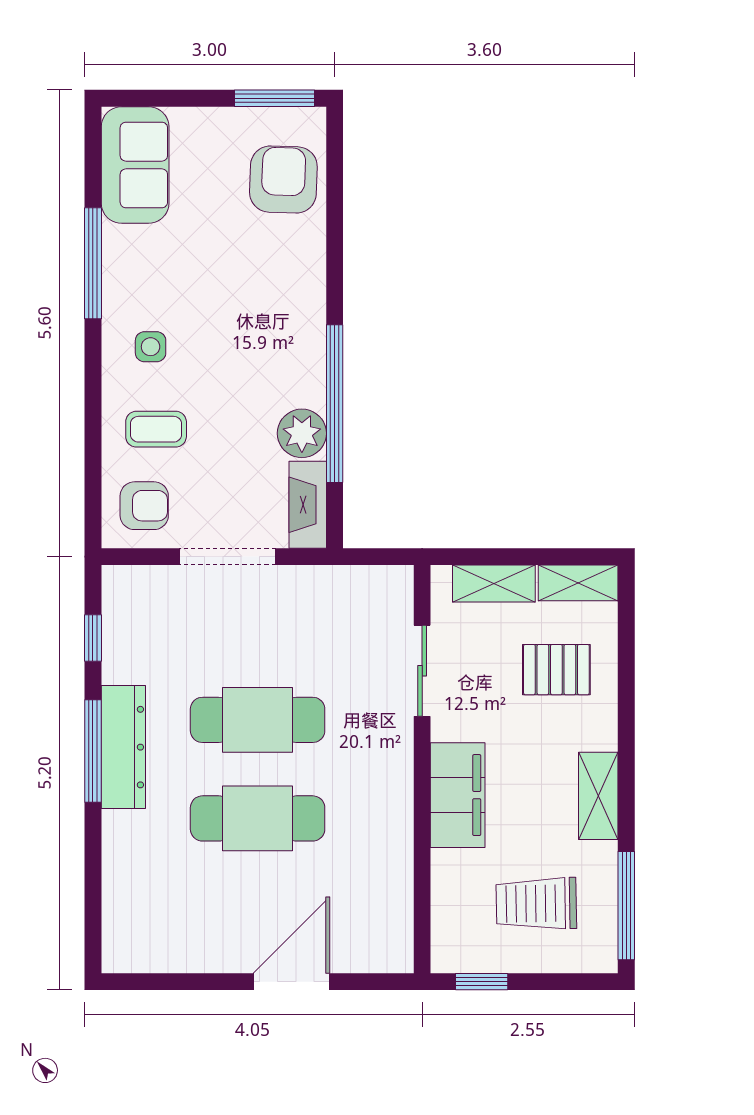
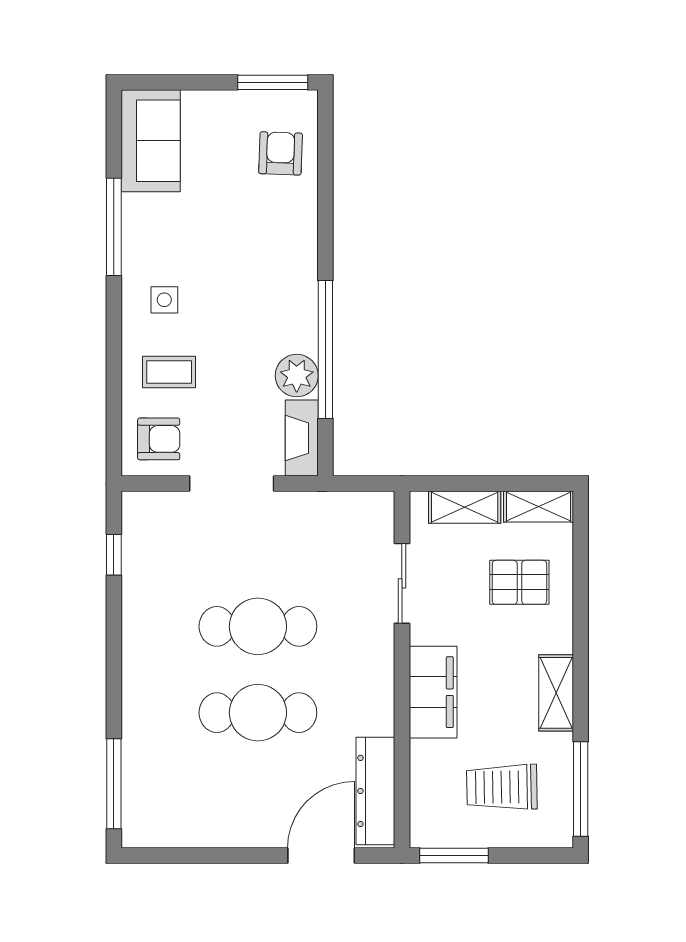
armchair: (283, 179) -> (281, 153), width x0.72, depth x0.72
dresser: (123, 747) -> (375, 791), moved, turned 180
window: (93, 751) -> (114, 784), moved
door: (291, 982) -> (321, 855), moved
window: (482, 982) -> (454, 855), width x1.50

